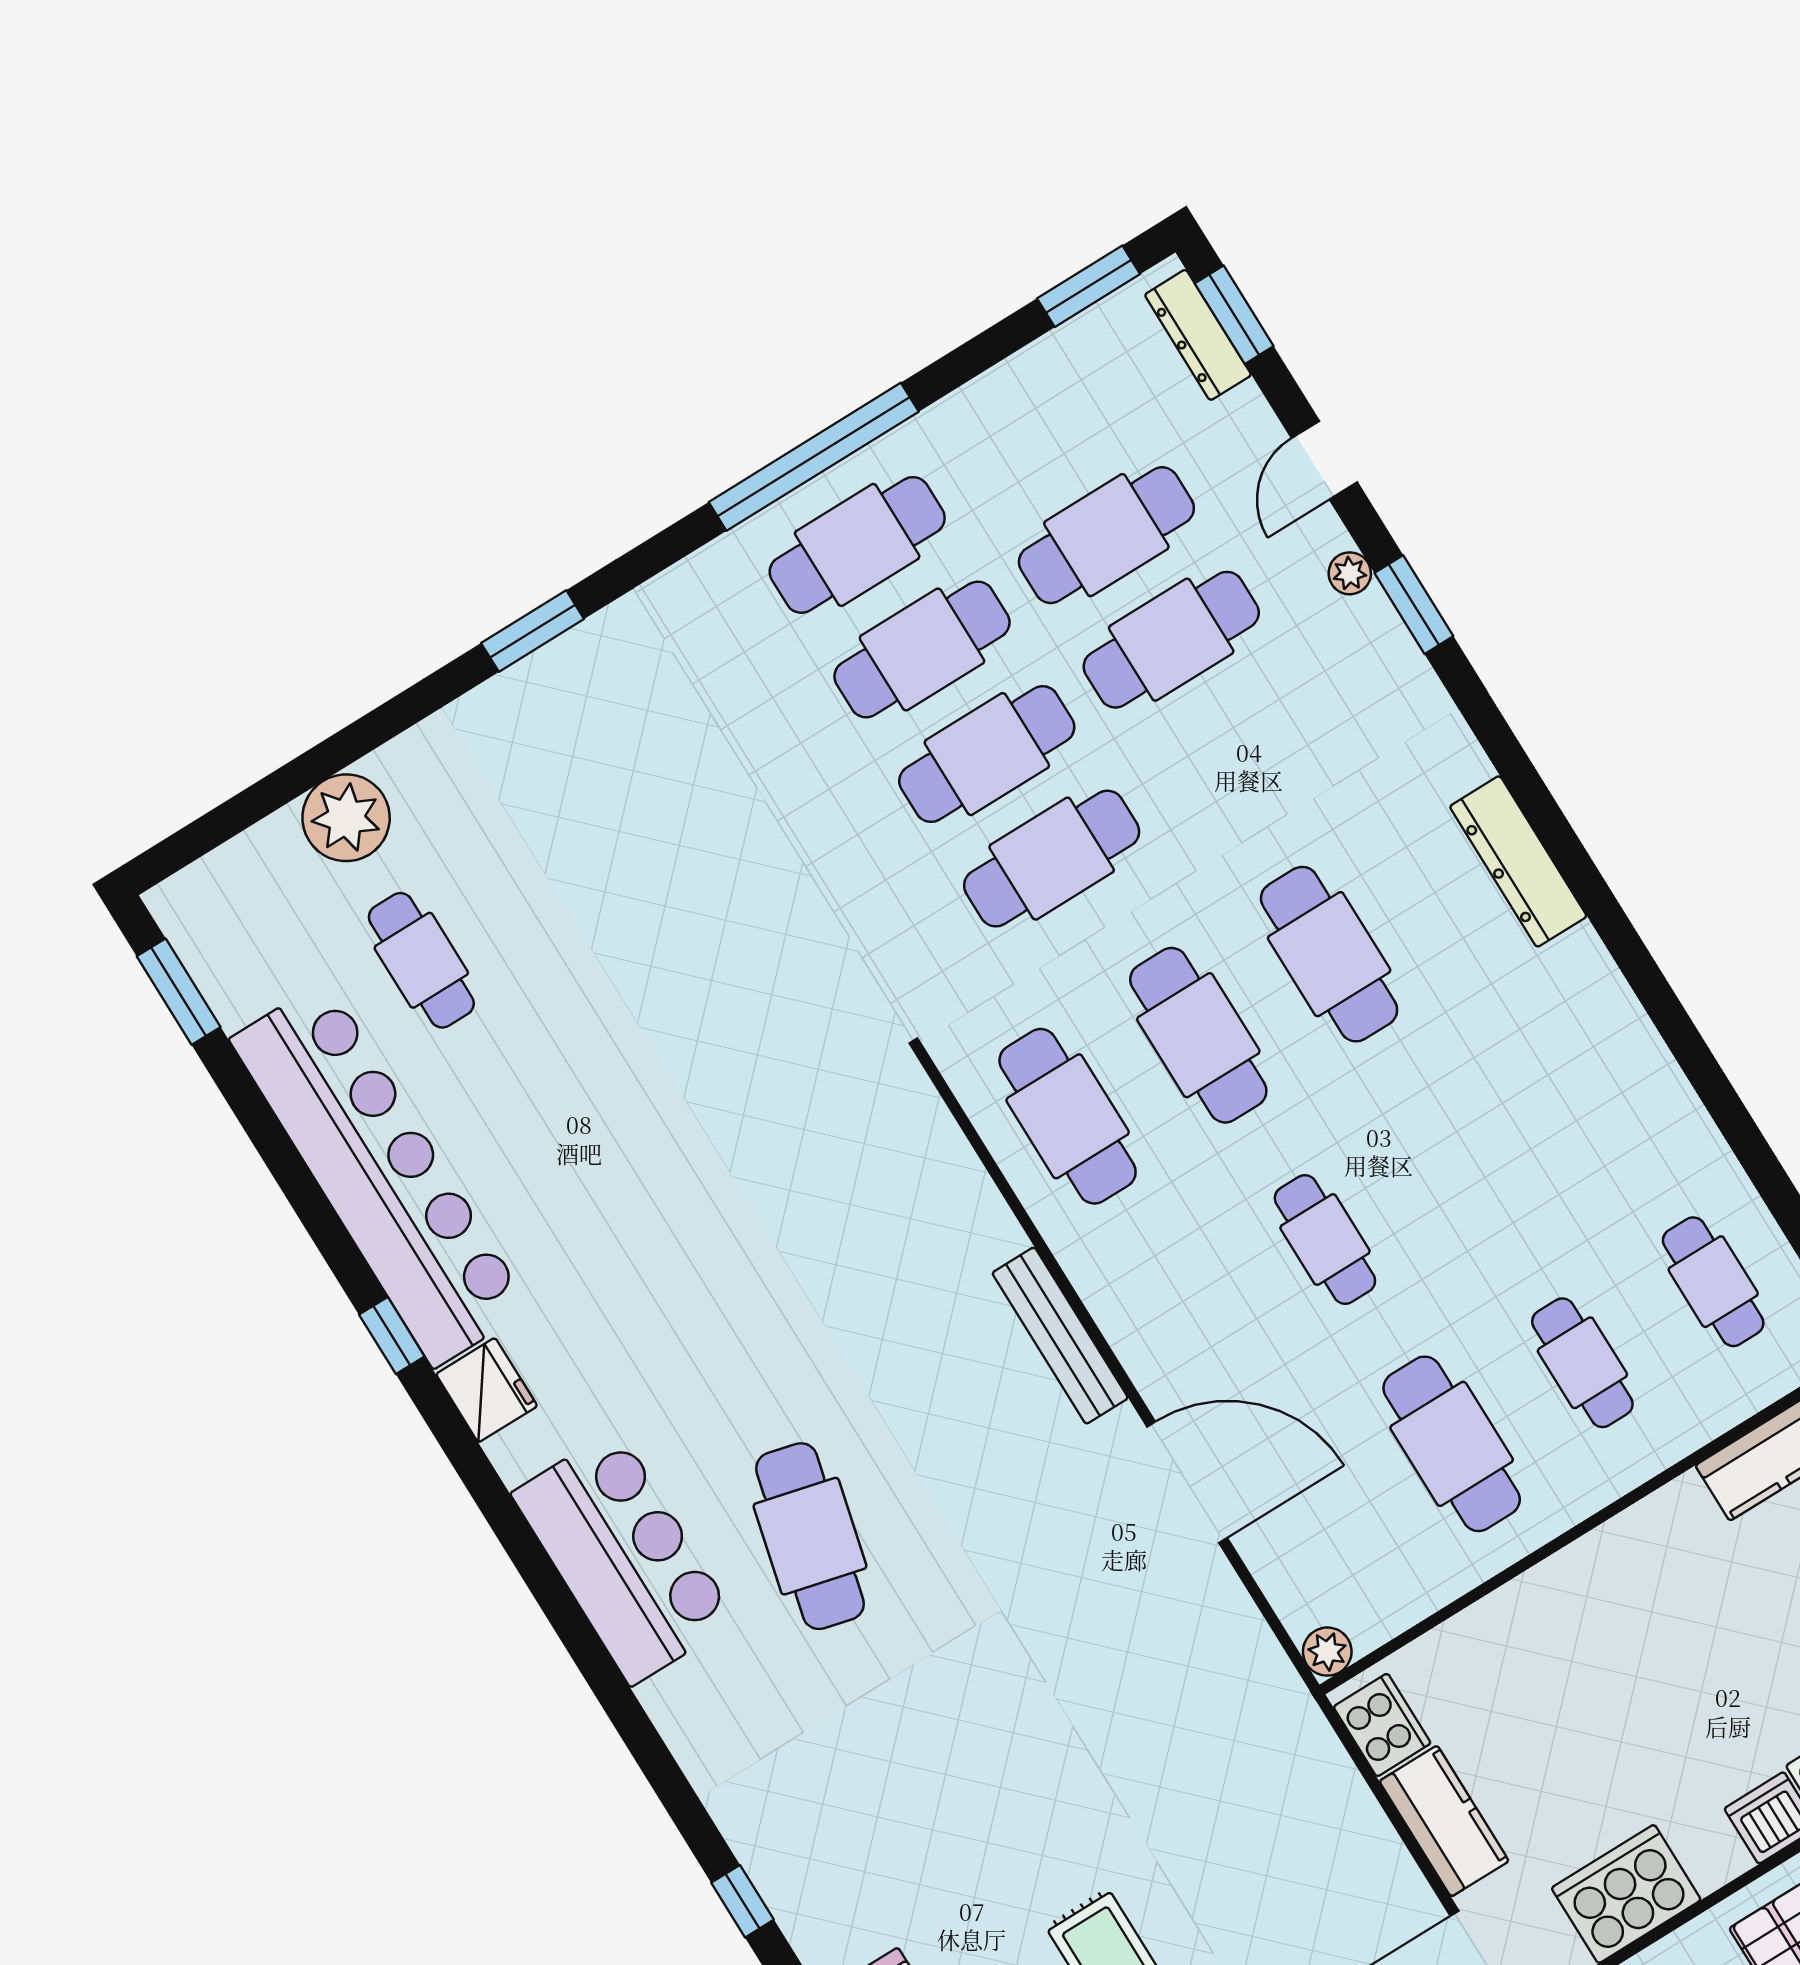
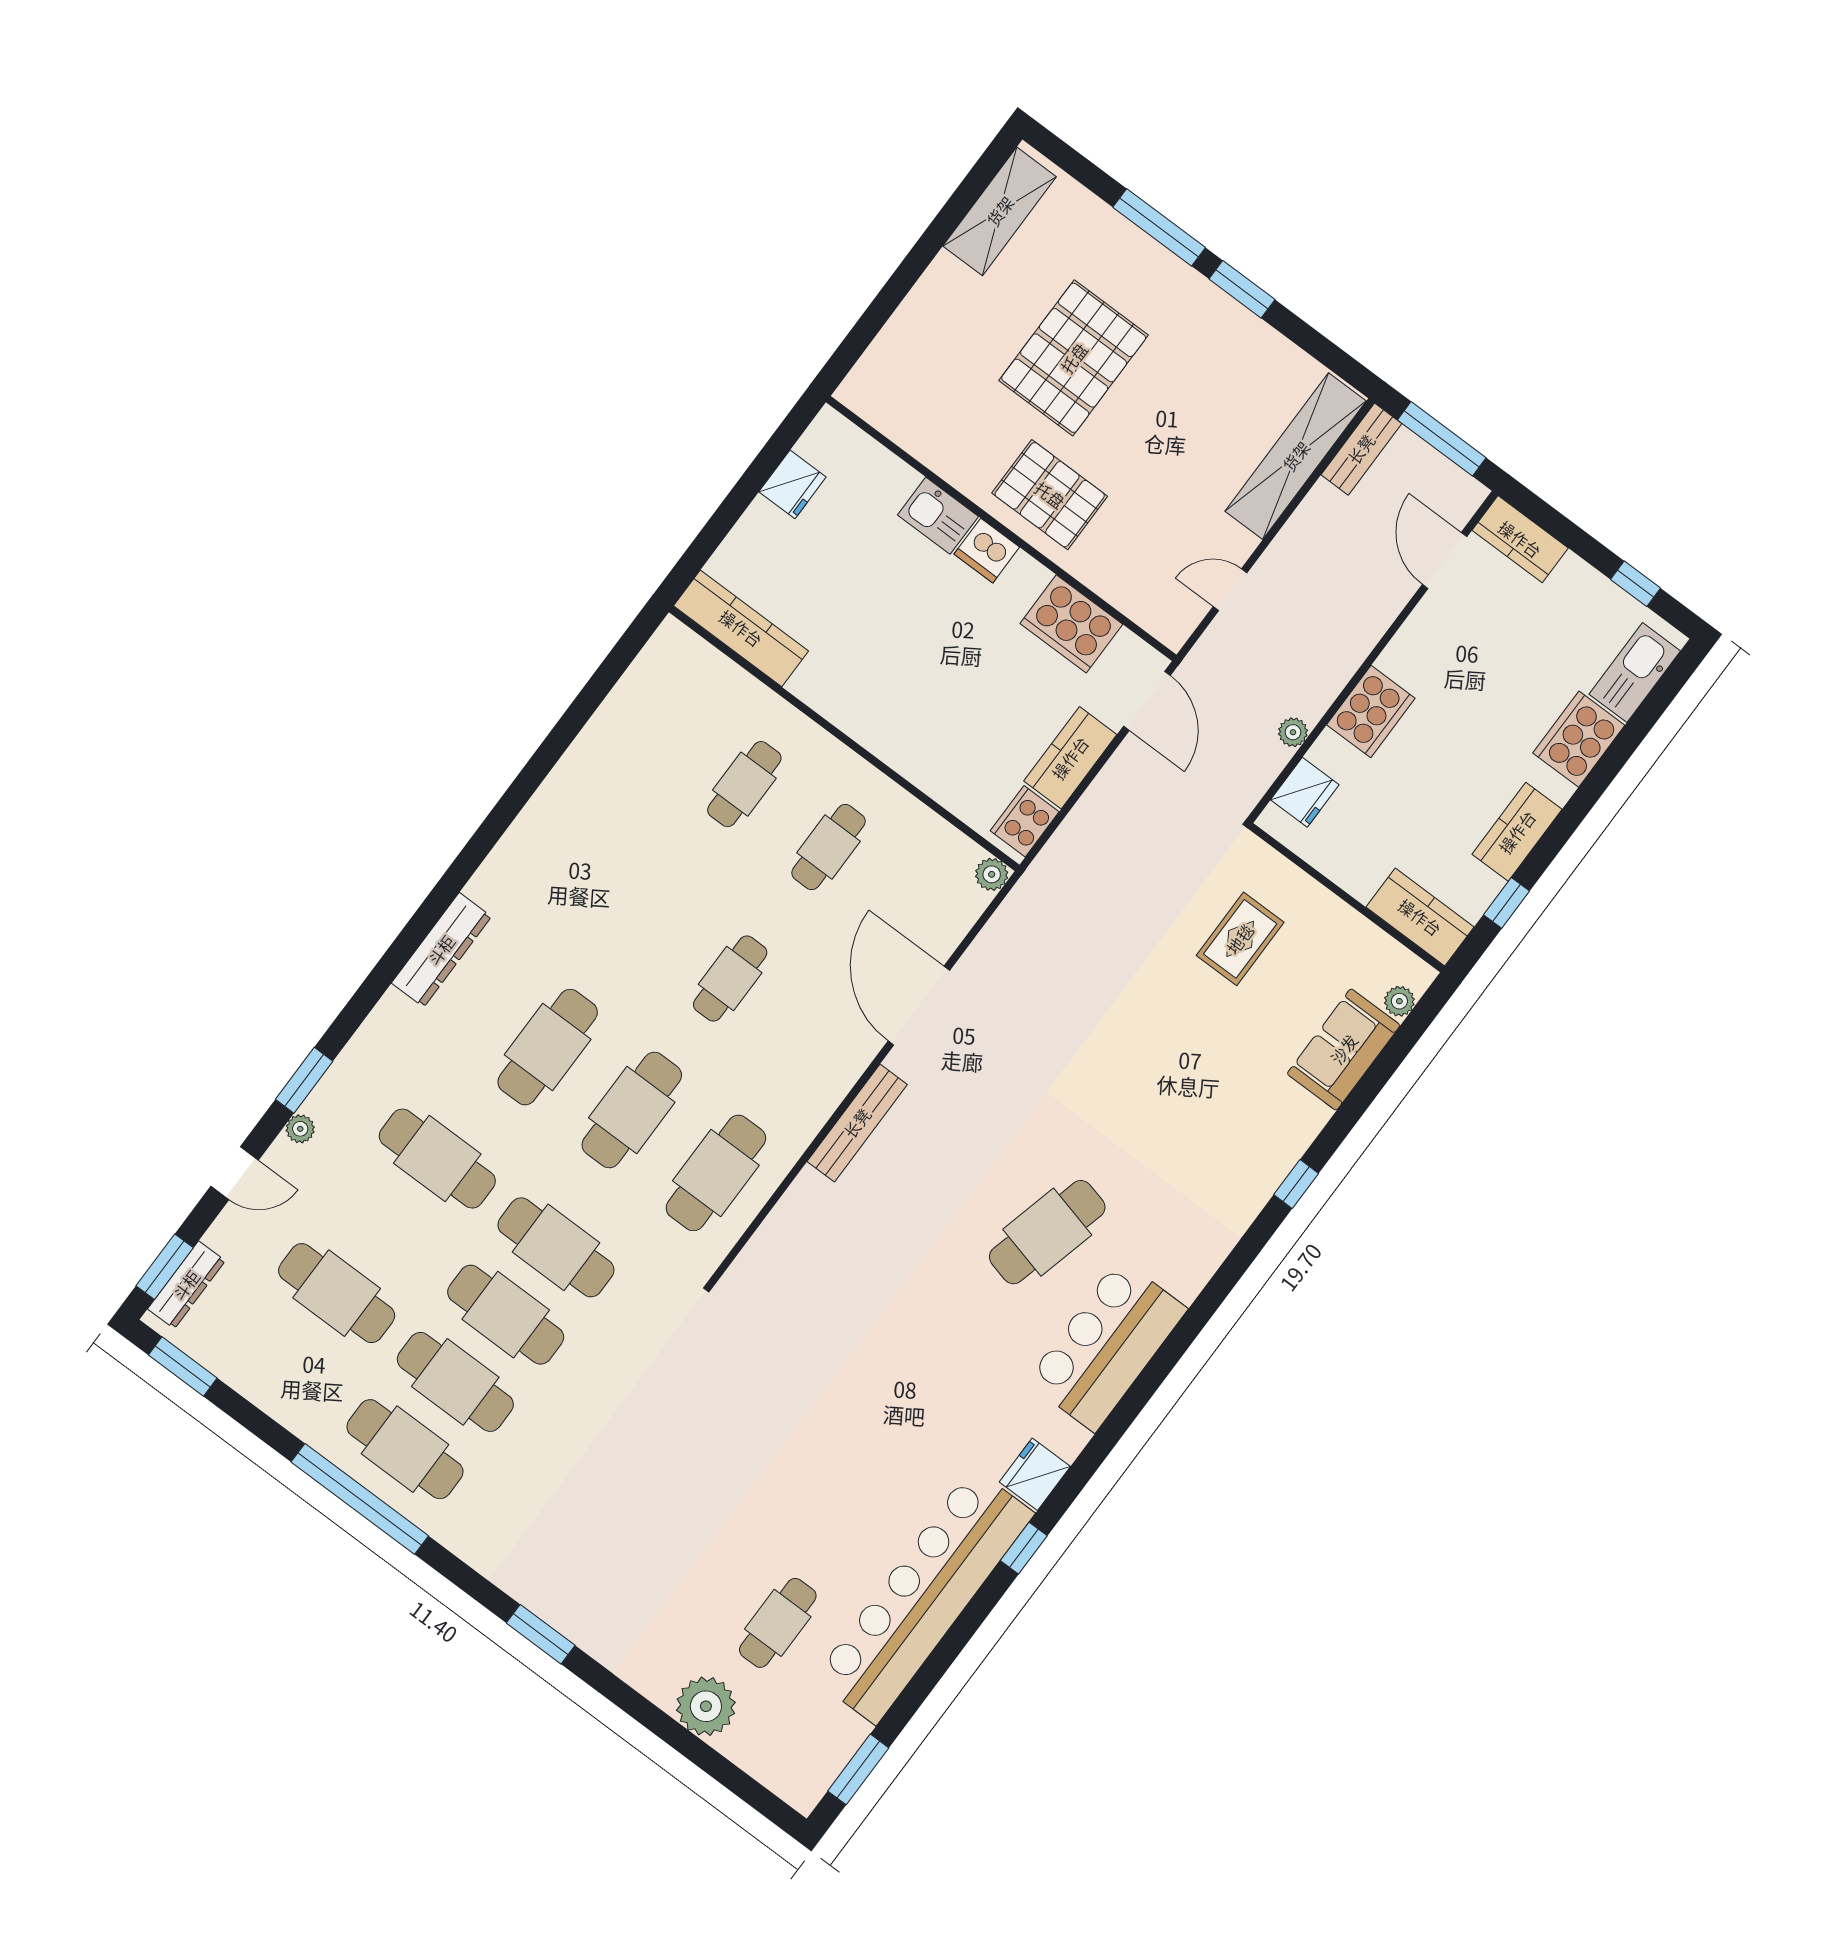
cafe table: (1171, 640) -> (437, 1159), moved
cafe table: (1713, 1282) -> (660, 721), removed
cafe table: (1452, 1444) -> (829, 847), width x0.73, depth x0.74

